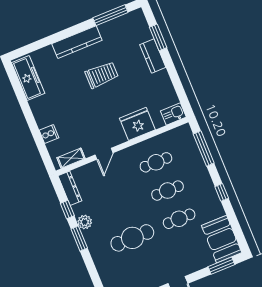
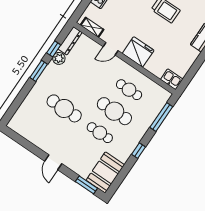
fridge: (137, 124) -> (138, 52), moved
cafe table: (168, 191) -> (114, 111), width x1.37, depth x1.35
plant: (85, 222) -> (59, 58), moved

